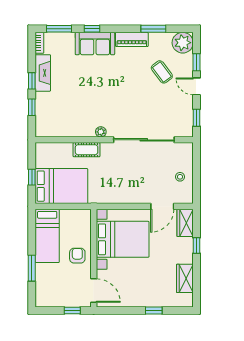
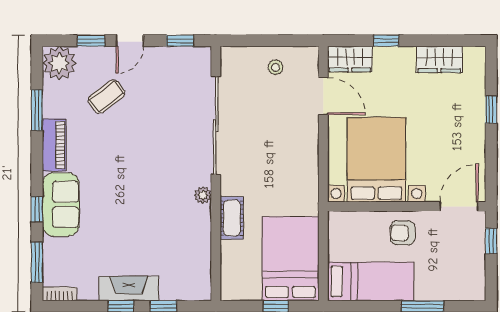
fireplace: (43, 73) -> (129, 289), moved

